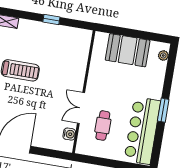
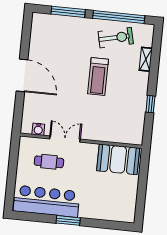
booth: (128, 50) -> (118, 159), moved, turned 90
plant: (163, 55) -> (122, 217), removed

